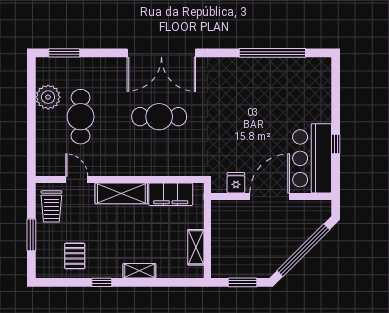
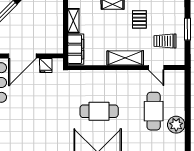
filing cabinet: (171, 194) -> (76, 49), moved, turned 90
trolley: (51, 206) -> (165, 41), moved, turned -90
pallet: (75, 256) -> (139, 19), moved

